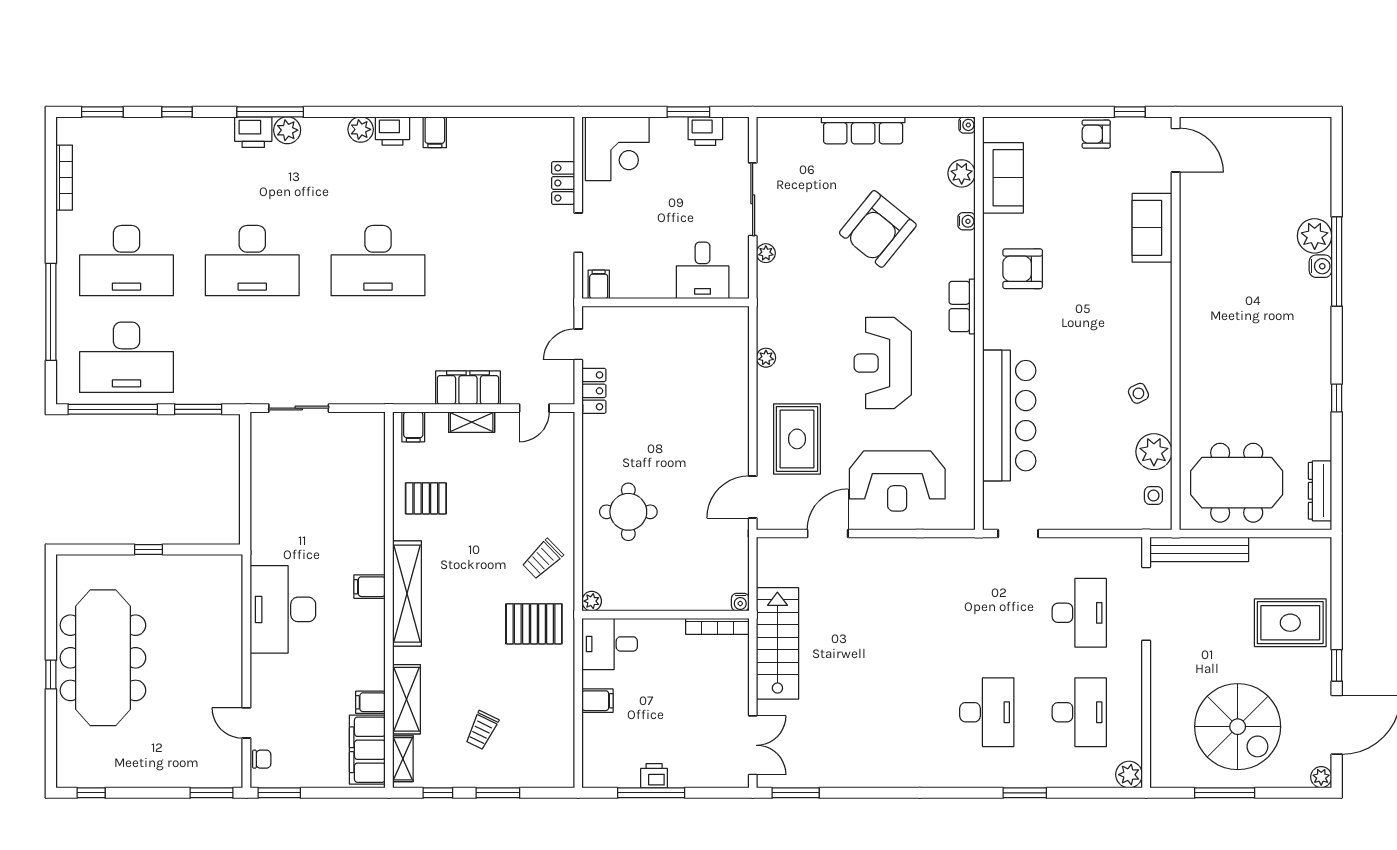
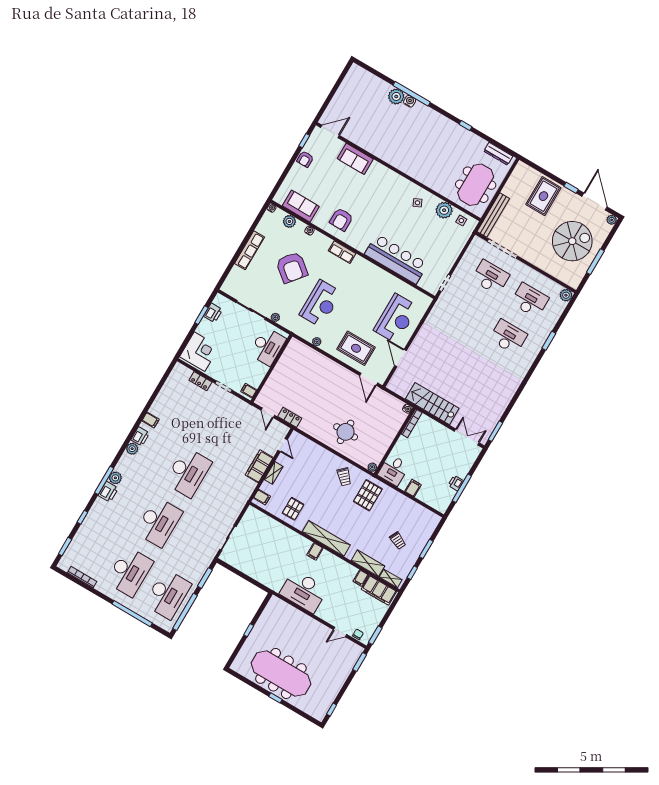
desk: (703, 270) -> (267, 346), width x1.37
reception desk: (883, 363) -> (321, 304), moved, turned -90

